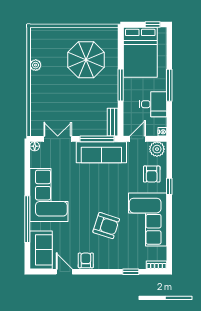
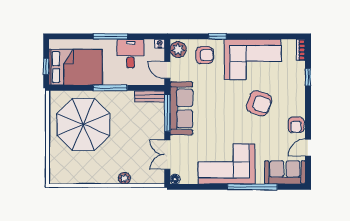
window: (153, 25) -> (46, 66), moved
parasol: (86, 60) -> (83, 125), width x1.36, depth x1.36
plant: (36, 65) -> (124, 178), moved
armchair: (106, 226) -> (259, 103), turned 92
armchair: (86, 260) -> (296, 125), turned -90

